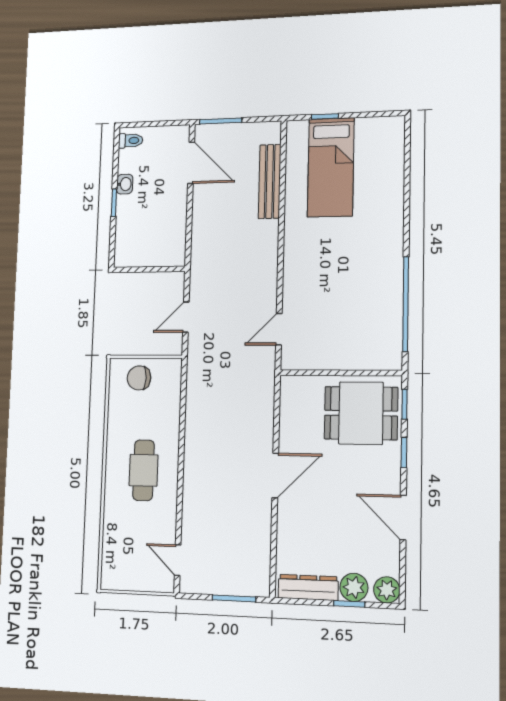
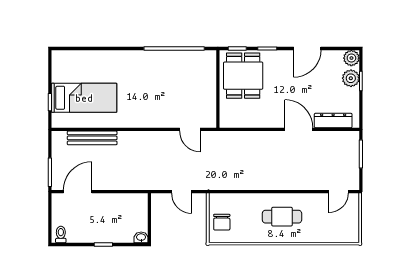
washbasin: (125, 184) -> (141, 237), moved
door: (275, 475) -> (299, 129), moved
dresser: (308, 587) -> (333, 121), moved, turned 90

